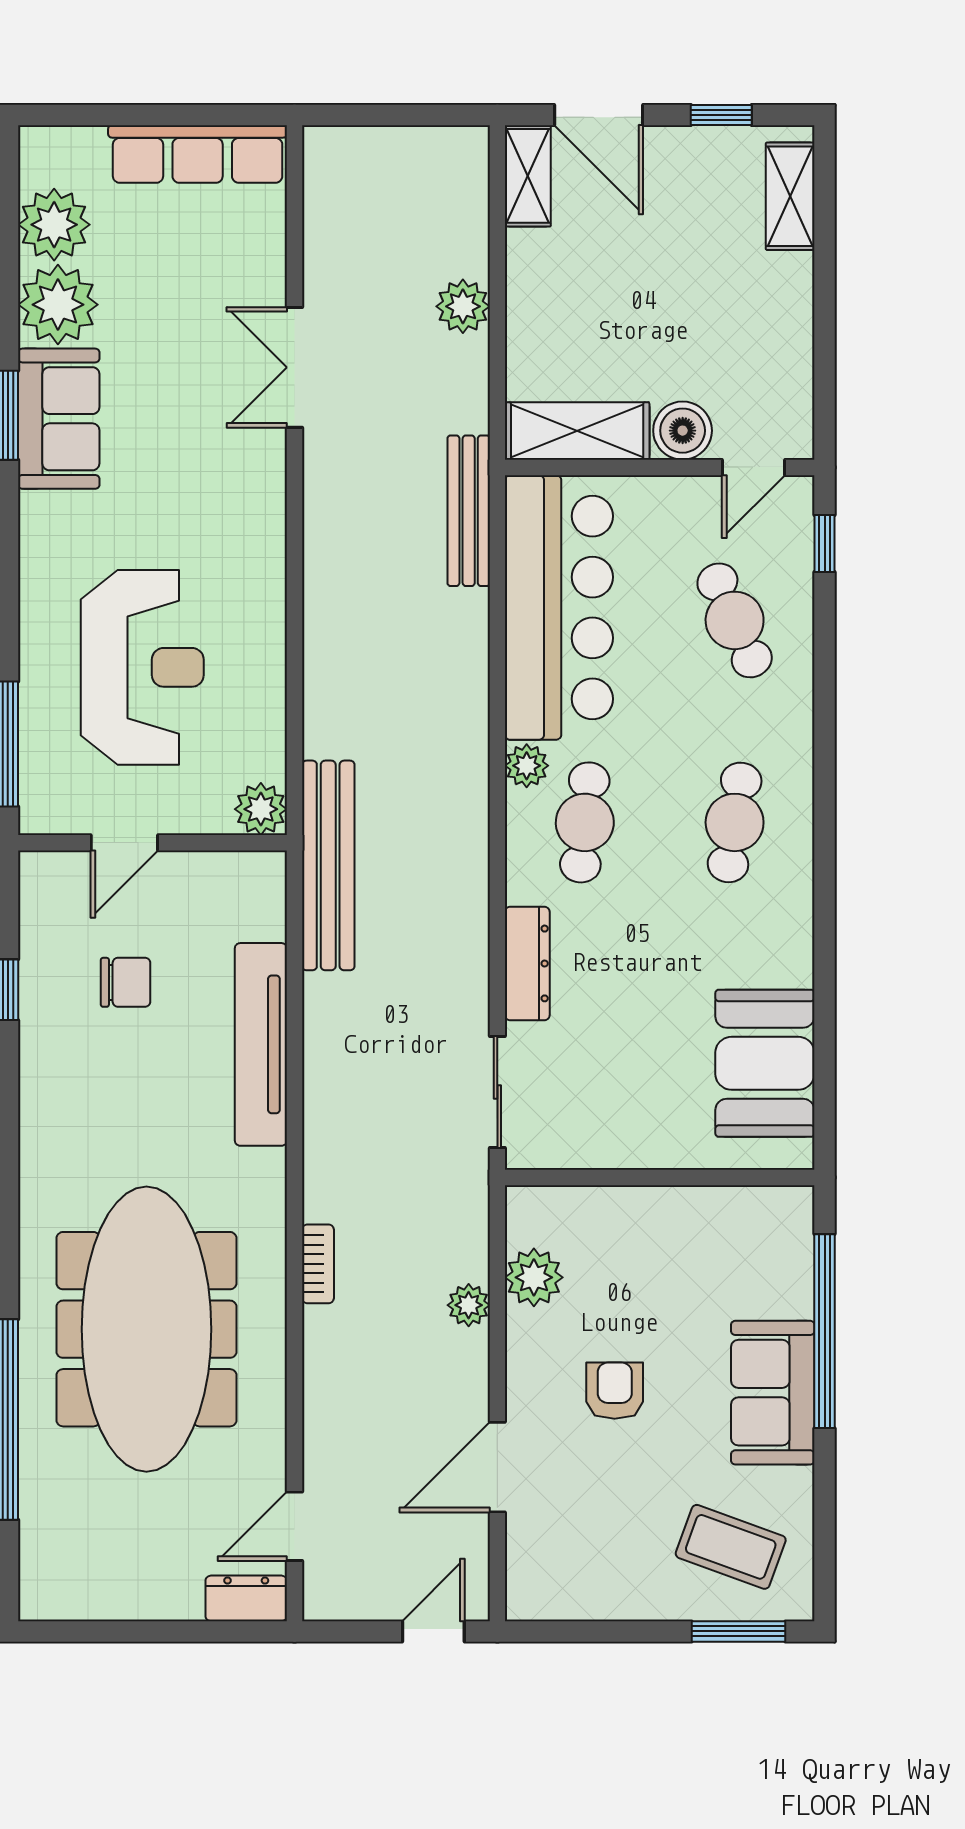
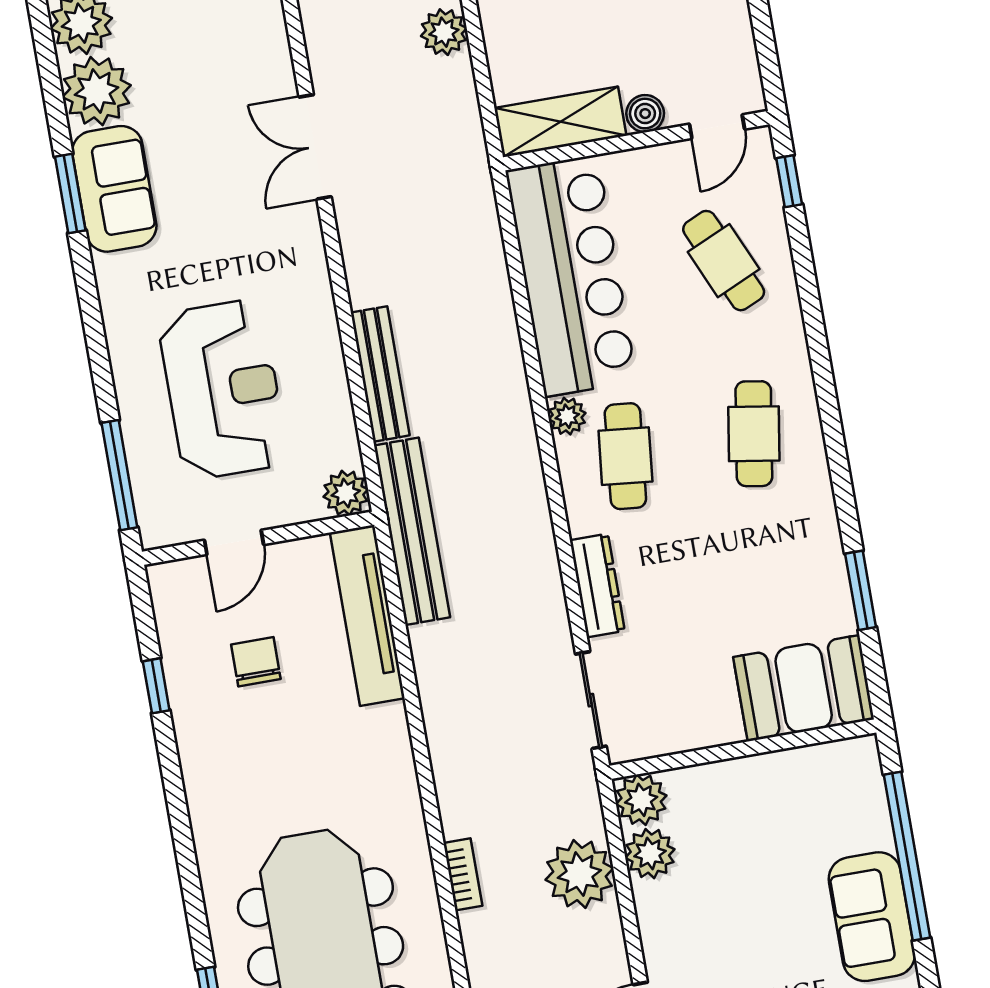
double door: (295, 367) -> (315, 147), moved
boiler: (683, 431) -> (645, 114), width x0.73, depth x0.73
bench: (469, 511) -> (380, 374), moved
chair: (126, 982) -> (256, 662), turned -90
window: (825, 1021) -> (861, 590), added
tv unit: (261, 1044) -> (367, 615), moved
booth: (765, 1063) -> (804, 688), moved, turned 90
plant: (535, 1215) -> (641, 800), added
plant: (469, 1305) -> (579, 874), width x1.88, depth x1.88
armchair: (615, 1391) -> (736, 939), removed

